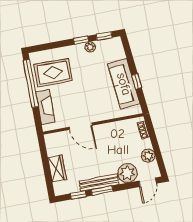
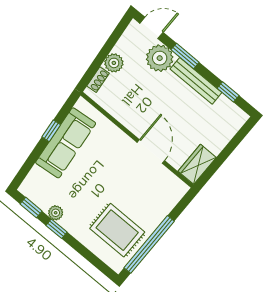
fireplace: (45, 107) -> (162, 208), removed
plant: (148, 156) -> (114, 63), moved
wardrobe: (57, 169) -> (197, 164), moved
window: (102, 191) -> (185, 56), moved

